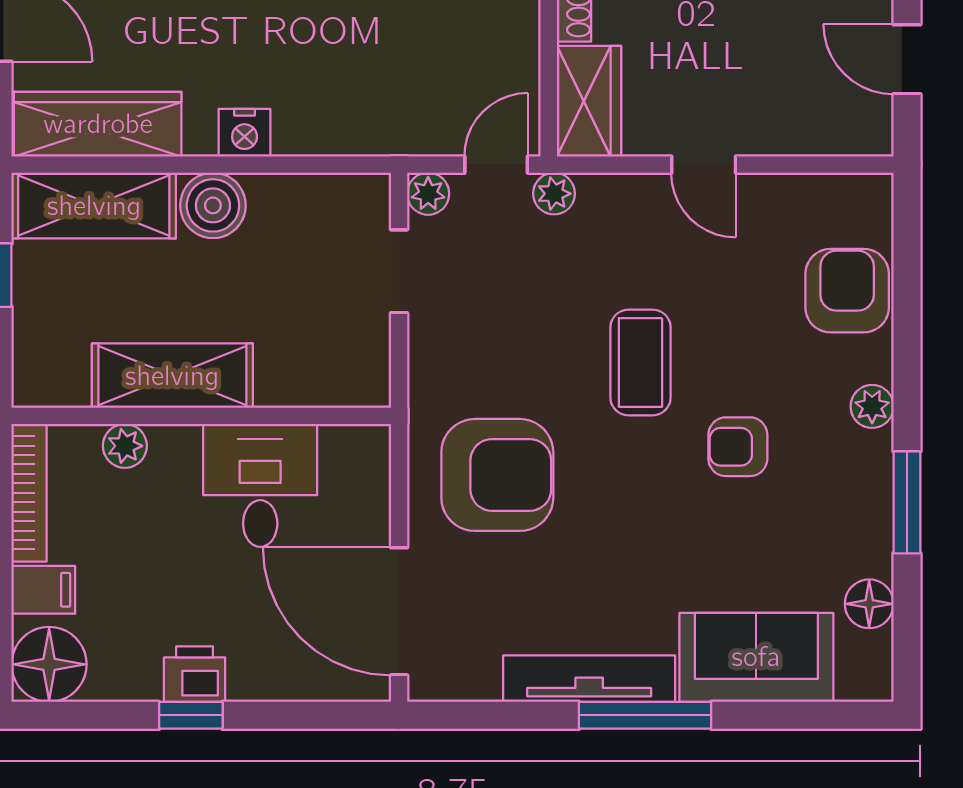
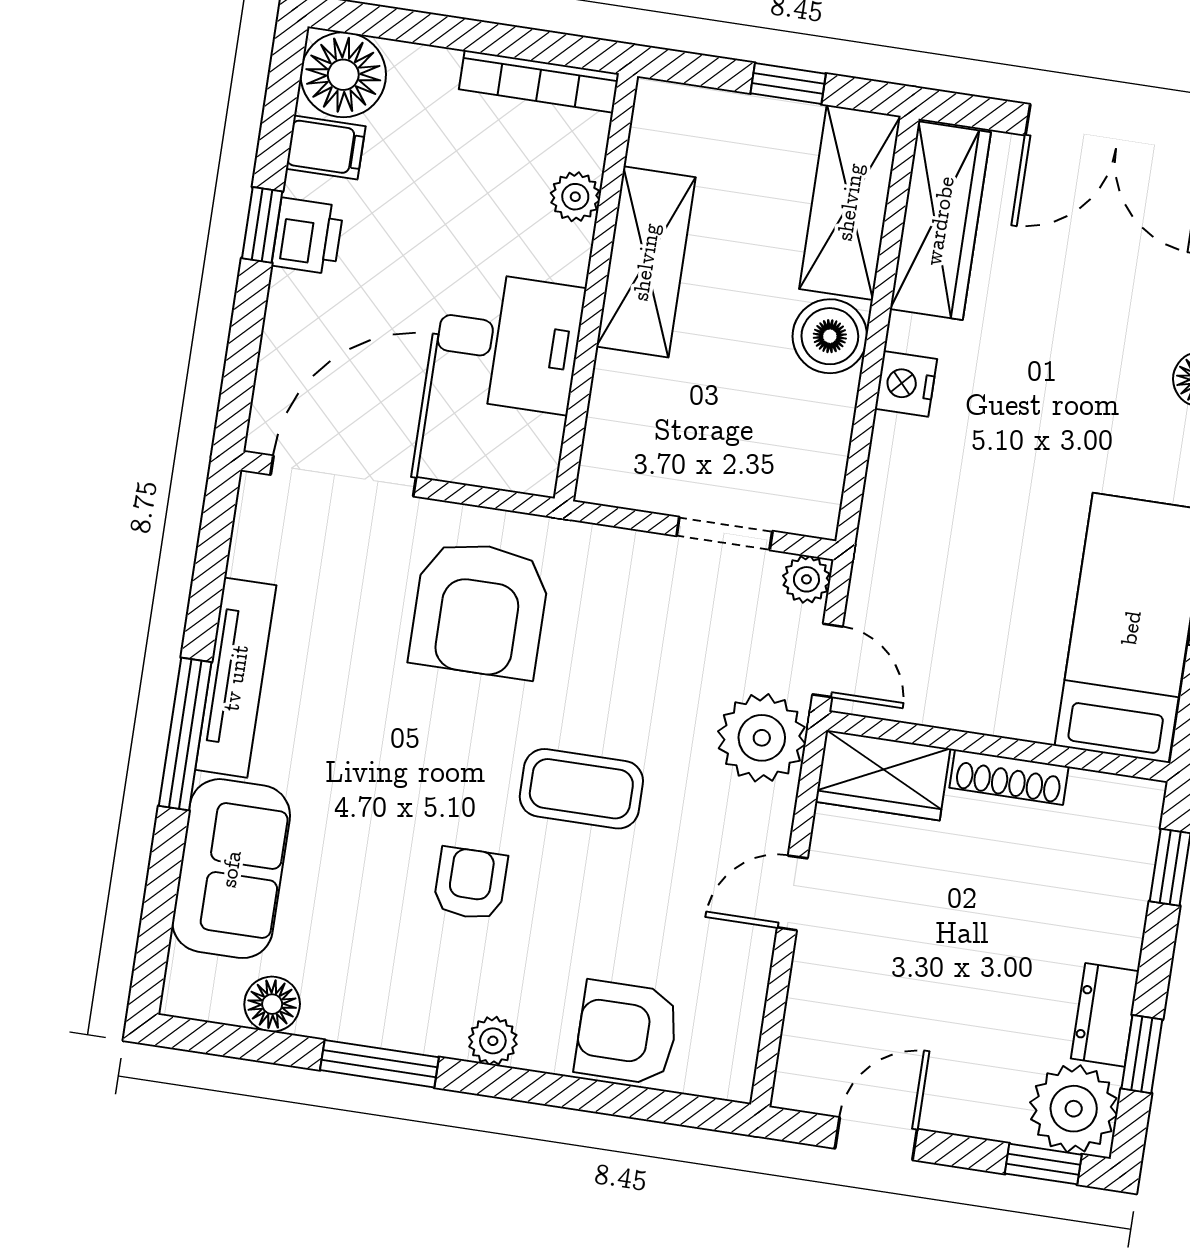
plant: (554, 194) -> (762, 738), width x1.87, depth x1.87
armchair: (847, 291) -> (627, 1032), turned 180
filing cabinet: (43, 590) -> (326, 148), moved, turned -90

